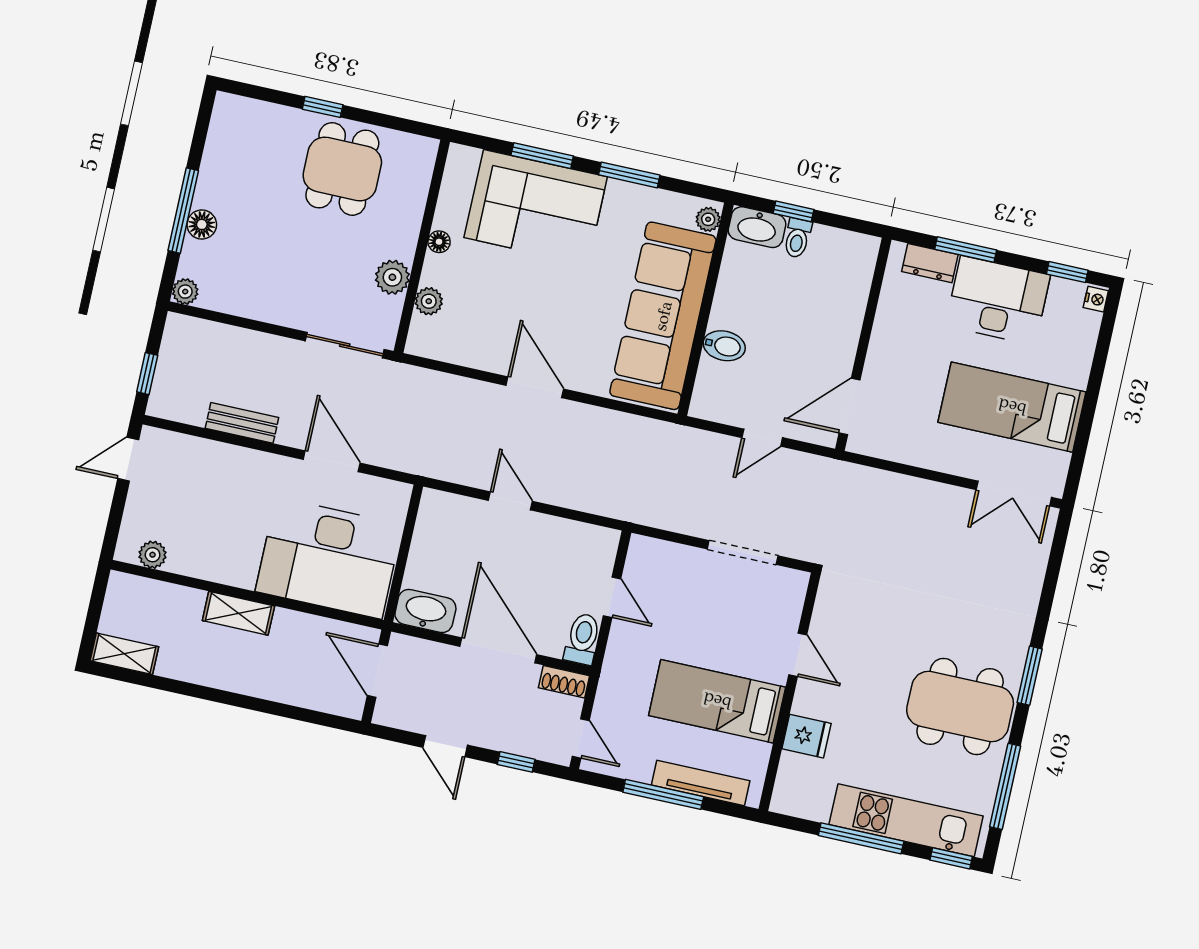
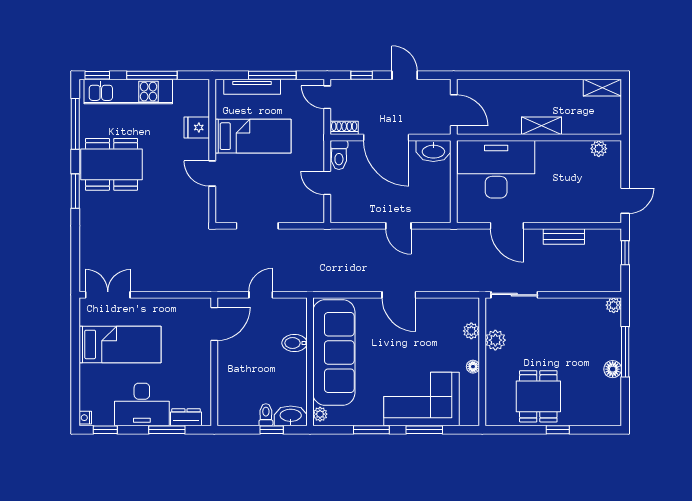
floor lamp: (202, 224) -> (613, 369), moved

